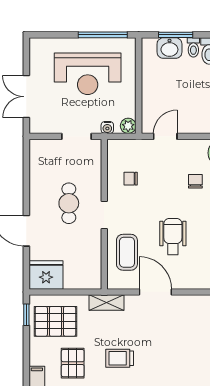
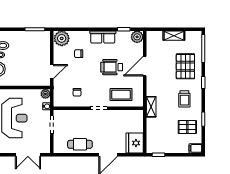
door: (165, 136) -> (52, 72), swing flipped
cafe table: (69, 203) -> (80, 144), moved
door: (155, 292) -> (145, 66), moved
pallet: (55, 321) -> (185, 66), moved

